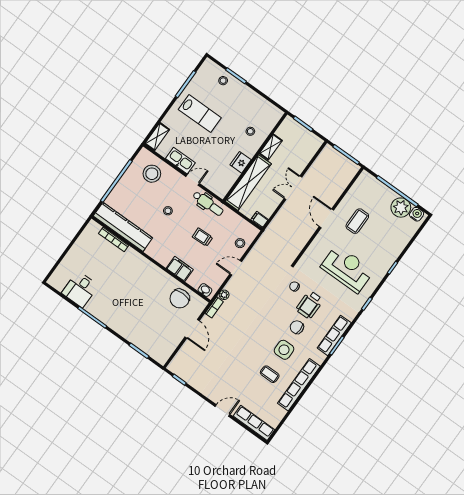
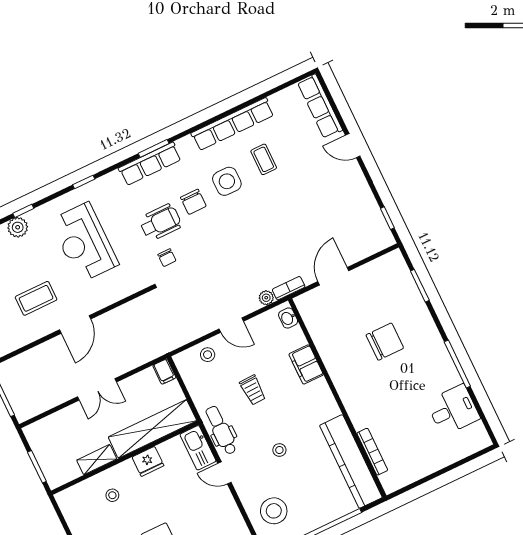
kitchen sink: (180, 161) -> (198, 448), moved
plant: (391, 256) -> (18, 227), added
chair: (180, 299) -> (385, 342), moved

